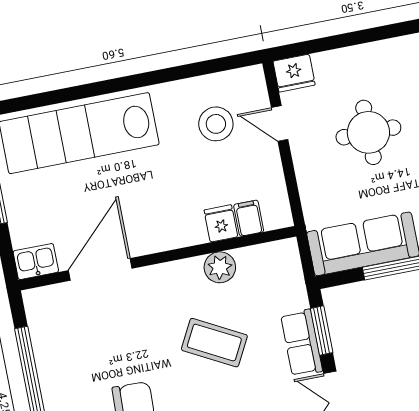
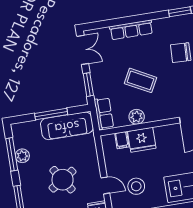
round table: (368, 132) -> (63, 180), turned -33
fridge: (221, 223) -> (142, 140), width x1.88, depth x1.34
row of seats: (302, 343) -> (104, 113), moved

